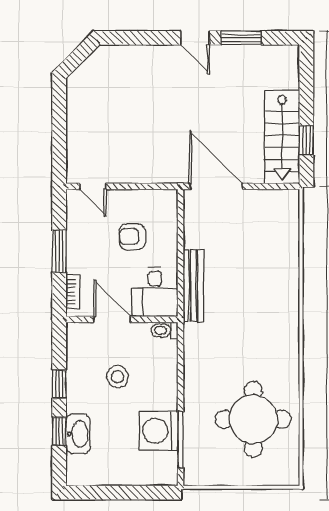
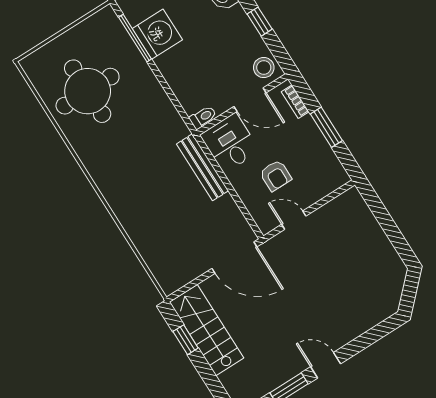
door: (93, 186) -> (294, 220), moved
armchair: (132, 237) -> (276, 176), turned 90
stool: (118, 377) -> (264, 68), moved

